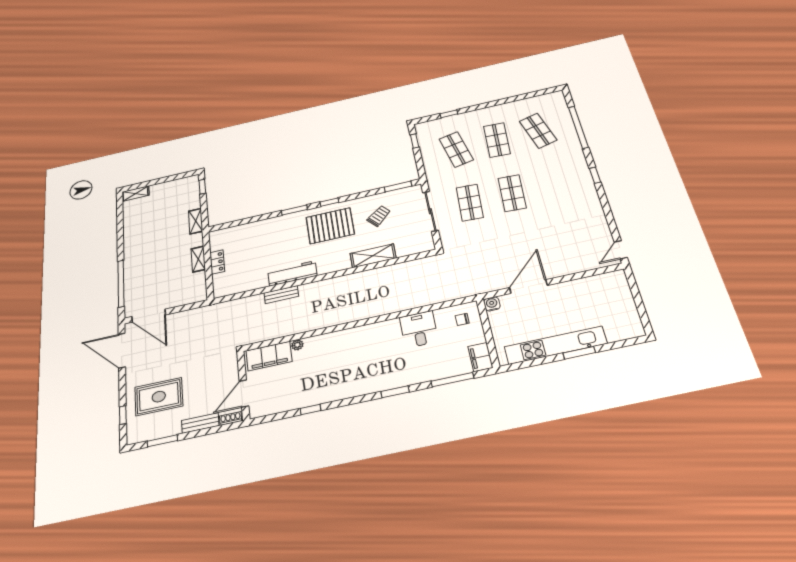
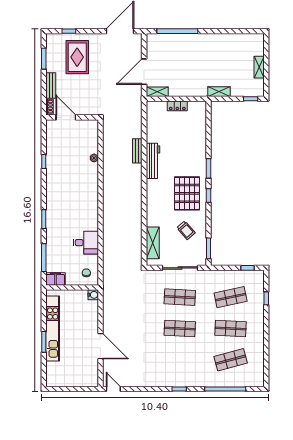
shelving: (135, 194) -> (259, 67), moved
shelving: (373, 256) -> (153, 243), moved
shelving: (198, 259) -> (157, 92), moved
door: (528, 287) -> (100, 346), moved
door: (149, 316) -> (144, 72), moved
filing cabinet: (269, 356) -> (90, 137), removed

